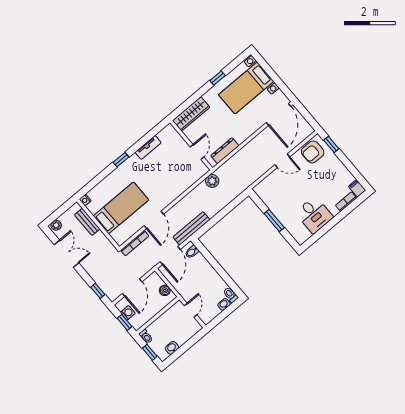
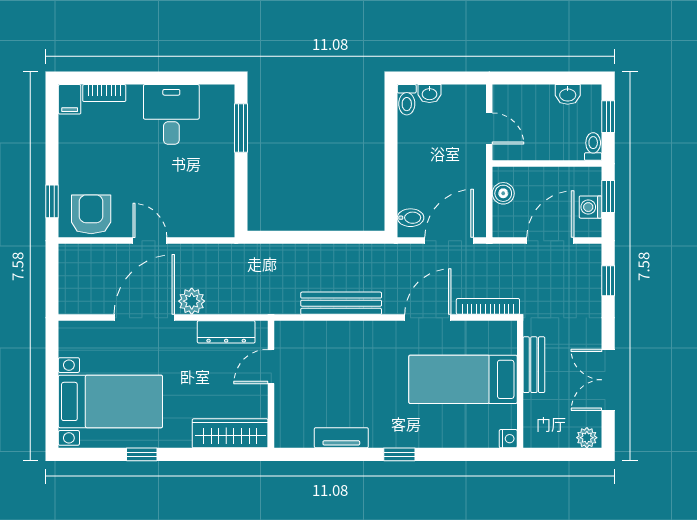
door: (279, 114) -> (144, 318), moved
armchair: (313, 152) -> (91, 214), turned -90
plant: (212, 181) -> (192, 301), moved
window: (274, 220) -> (241, 128), moved
bench: (87, 222) -> (534, 365), moved
bench: (191, 228) -> (341, 303), moved
door: (191, 310) -> (489, 129), swing flipped

